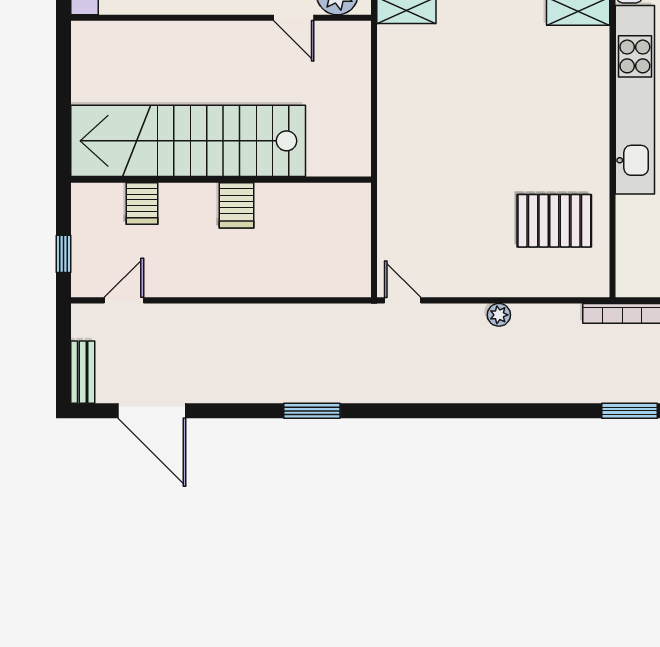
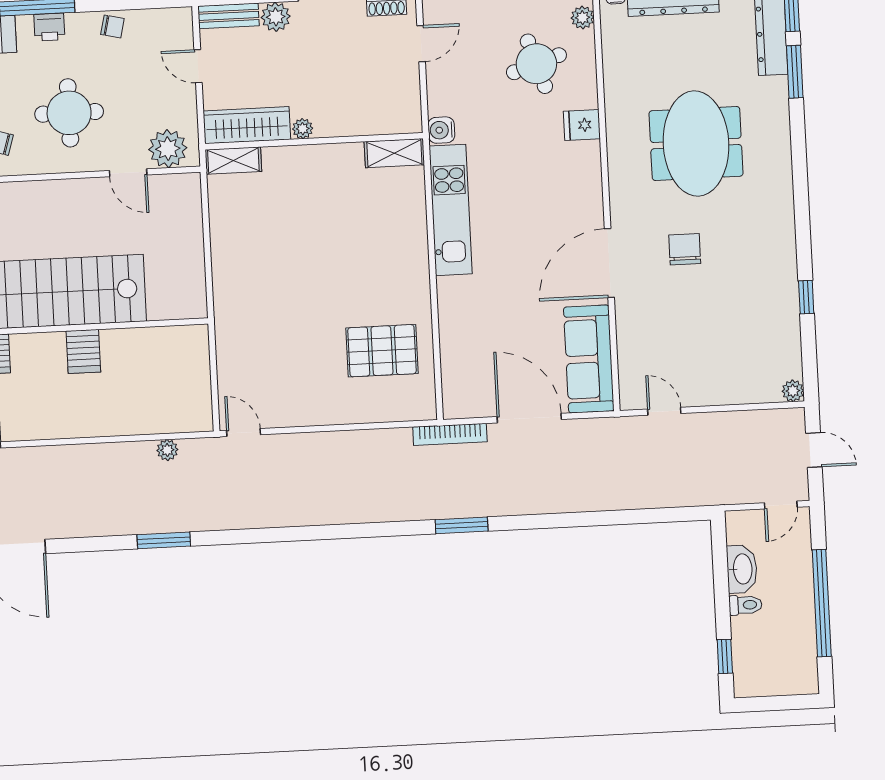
kitchen unit: (635, 100) -> (451, 210), width x0.73
plant: (499, 315) -> (167, 450), moved

